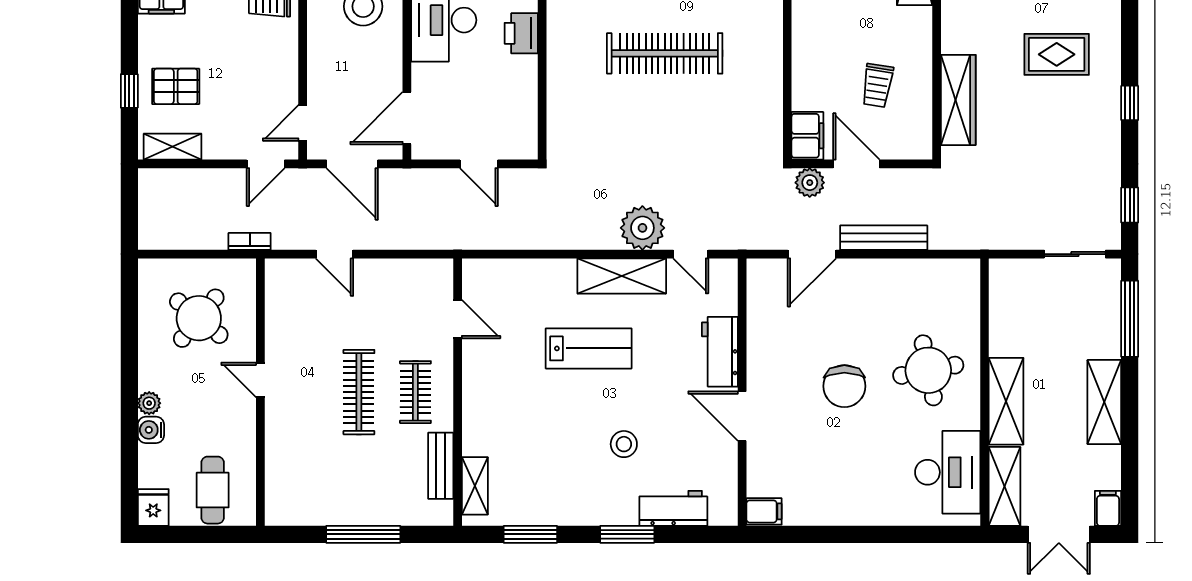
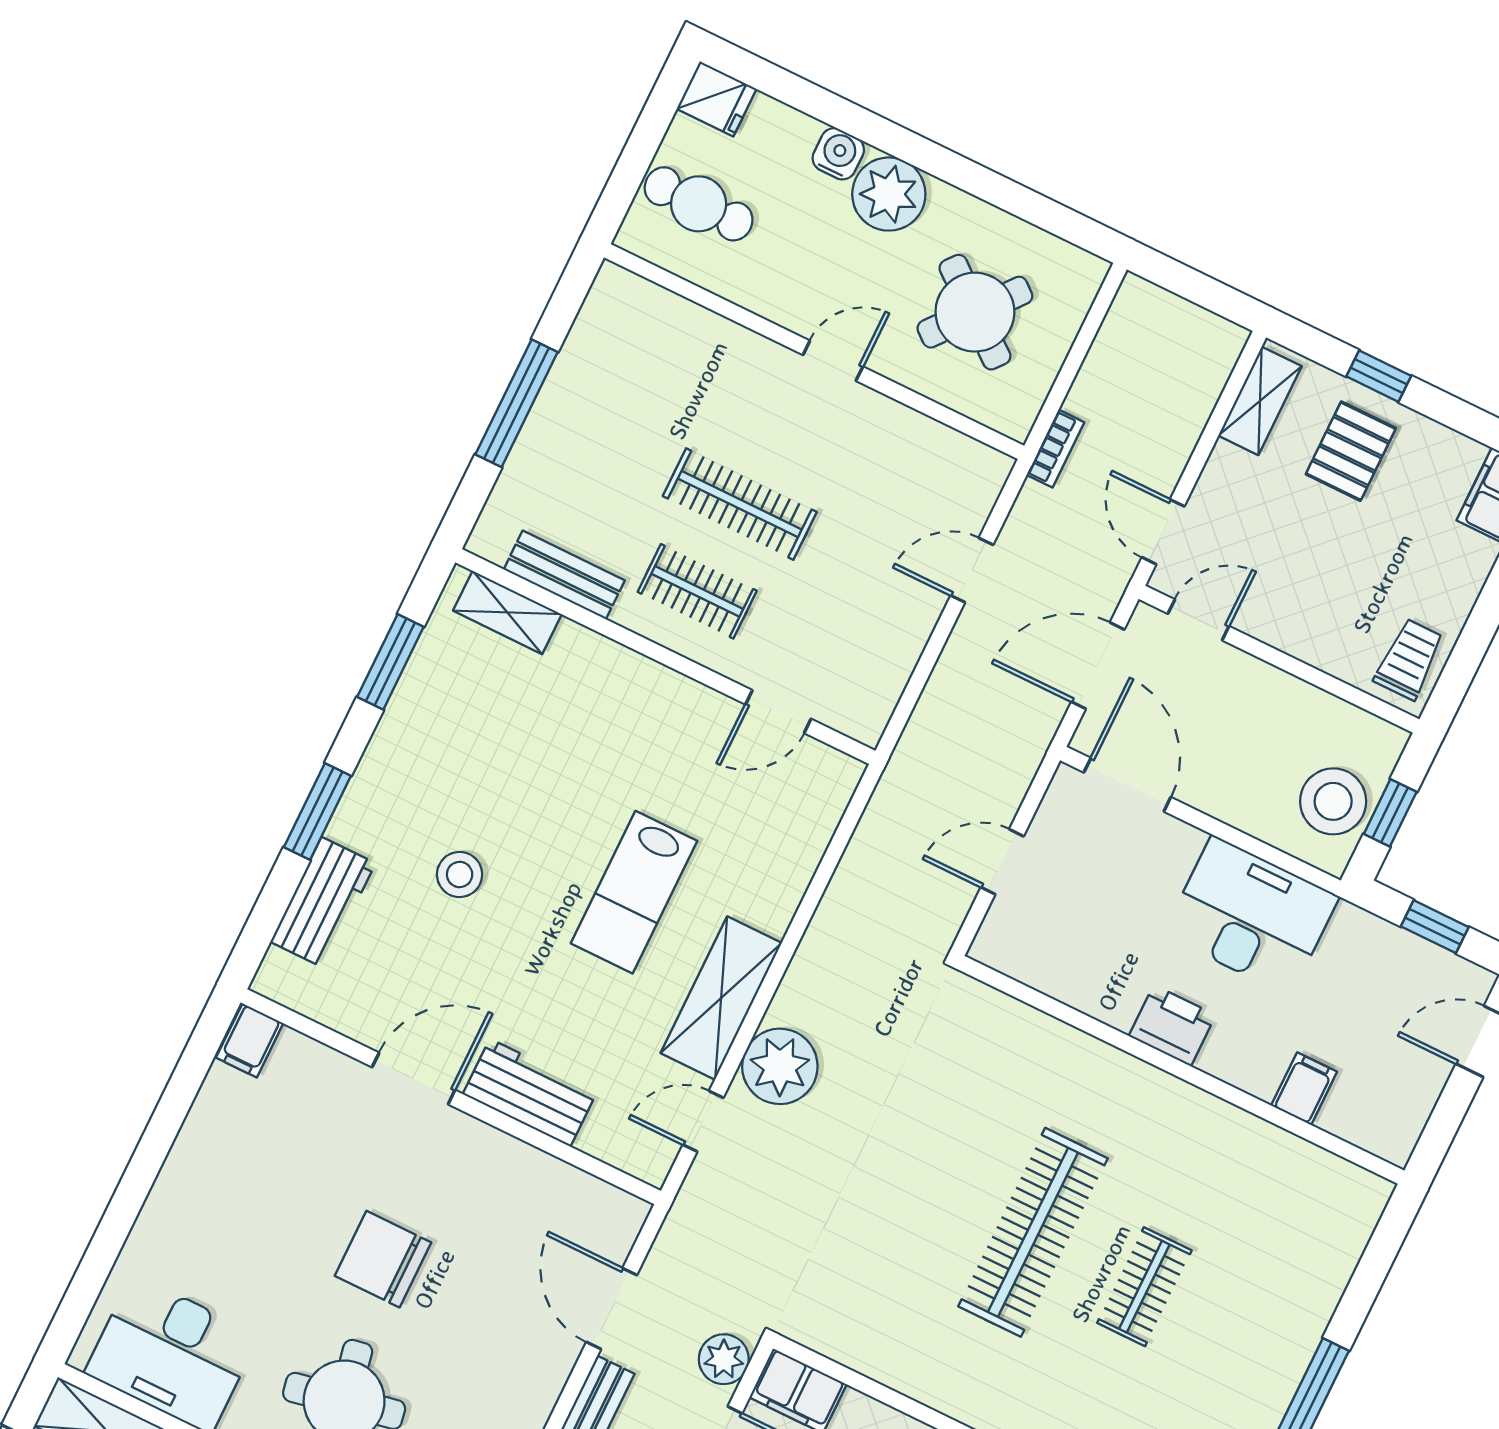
door: (303, 123) -> (1198, 620), hinge flipped
plant: (149, 403) -> (889, 194), width x1.88, depth x1.88

